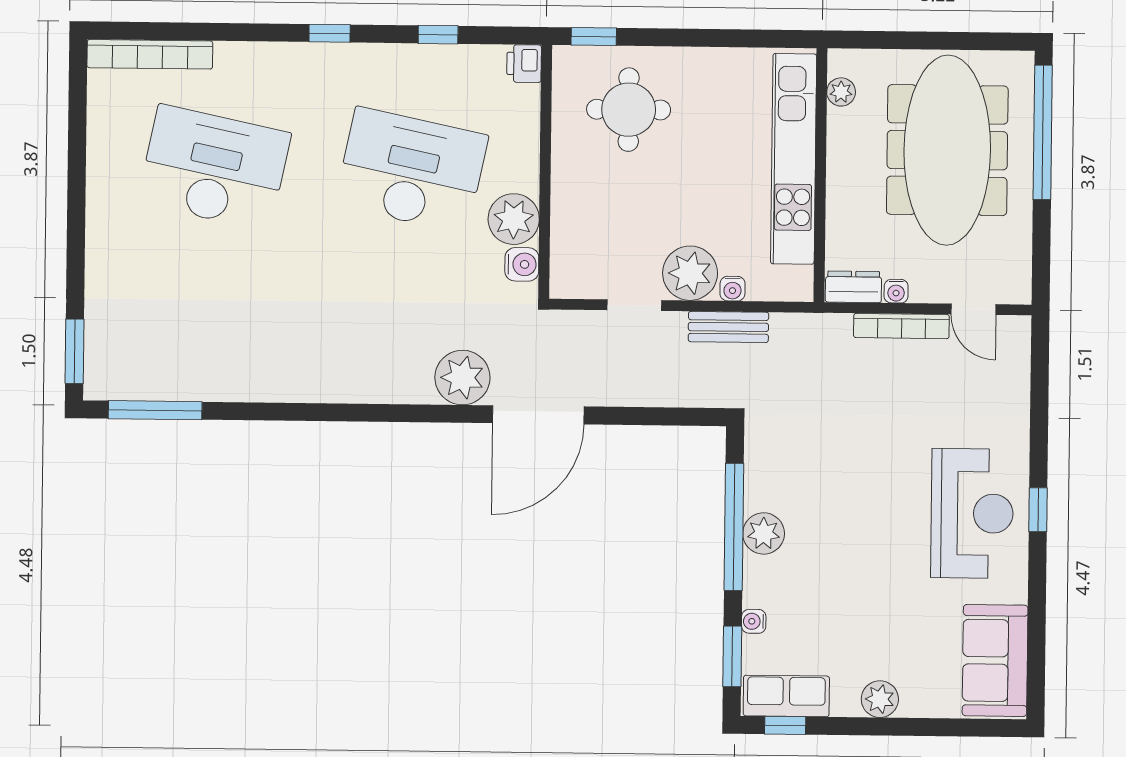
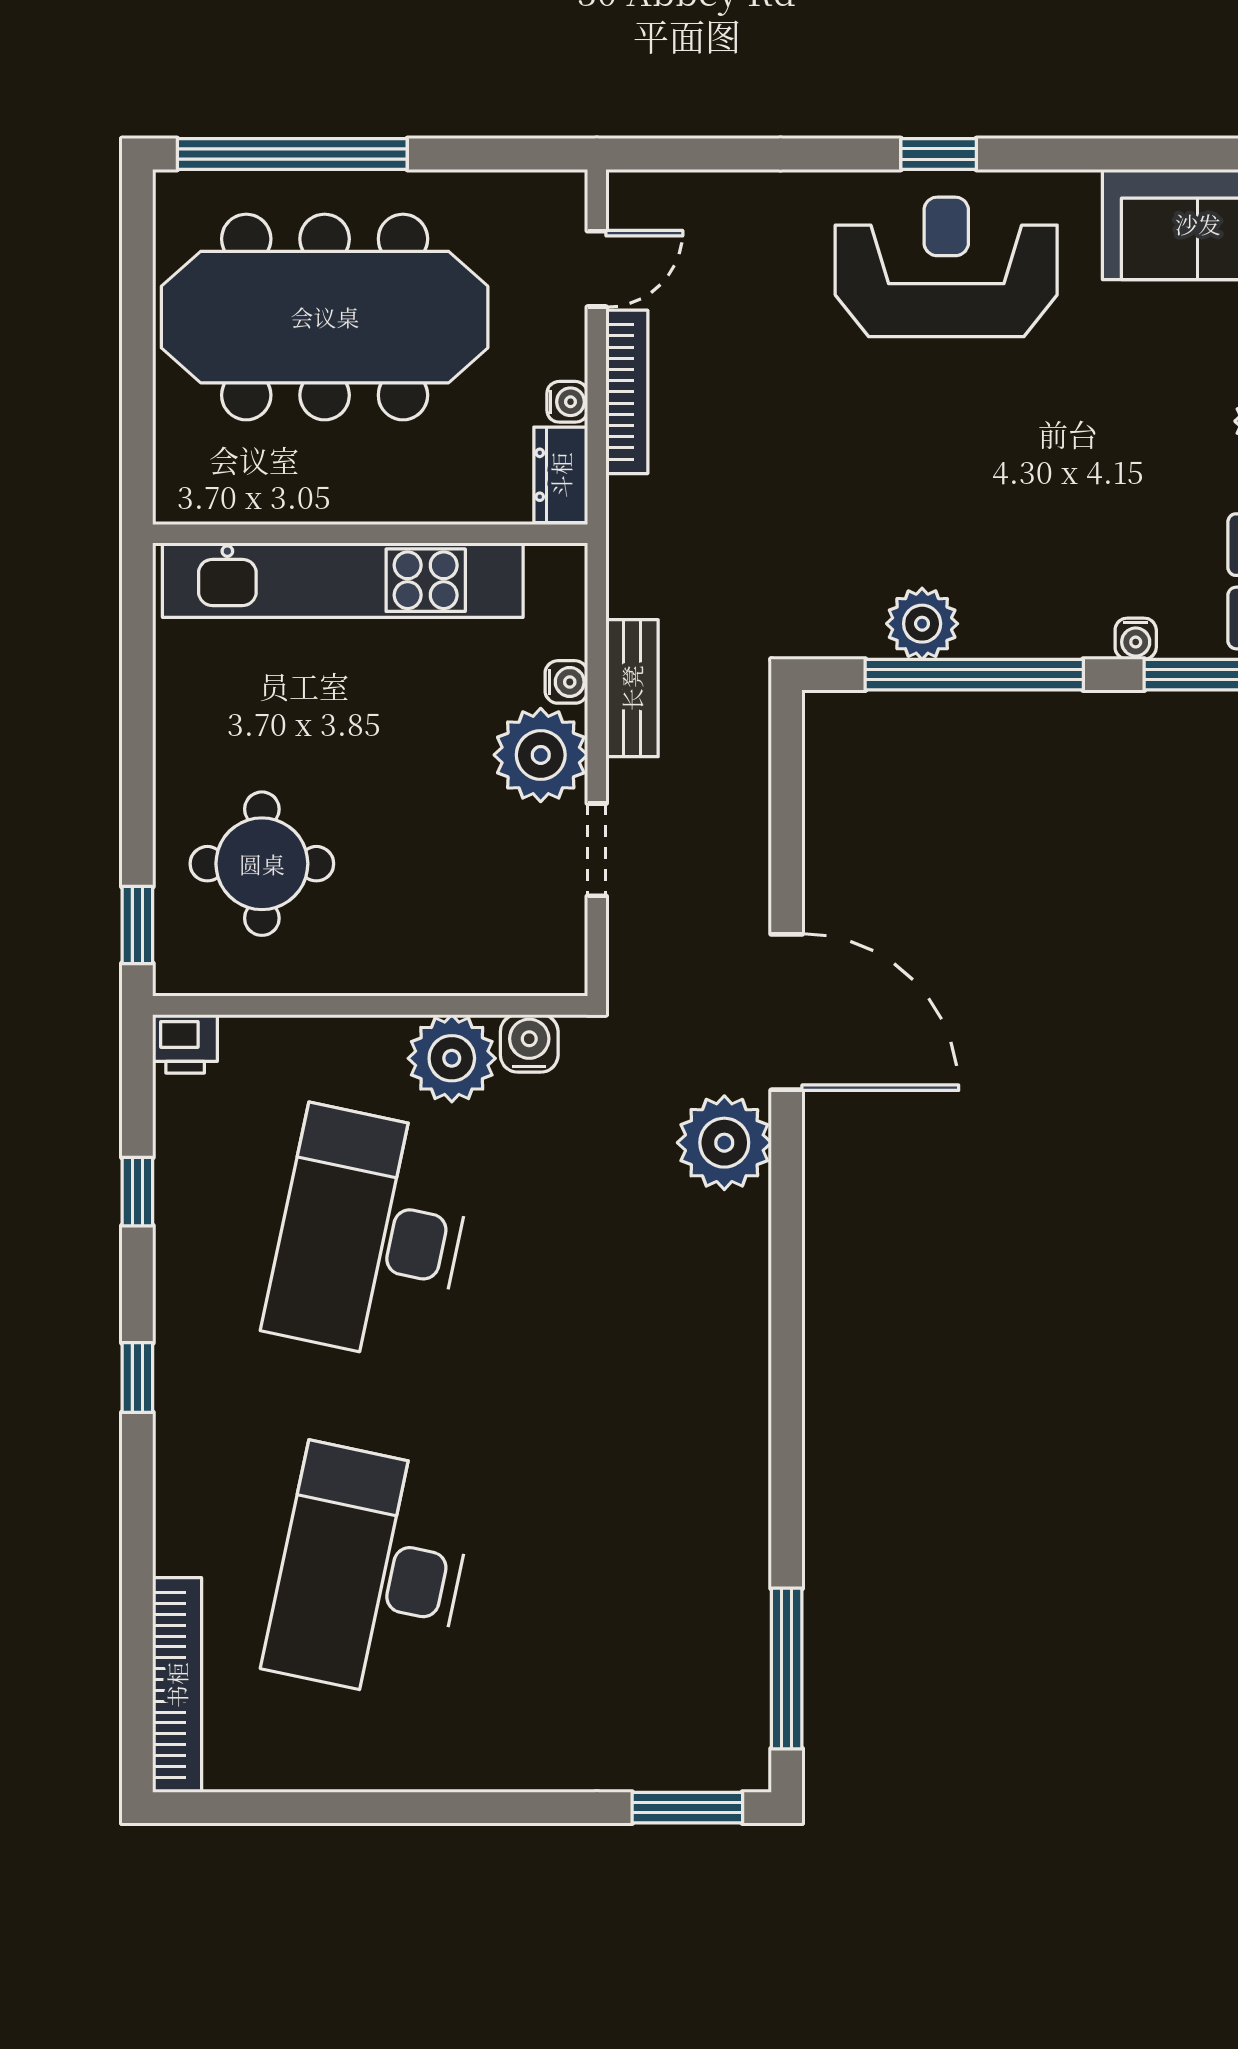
plant: (841, 92) -> (227, 500), removed
plant: (764, 533) -> (922, 624), moved

